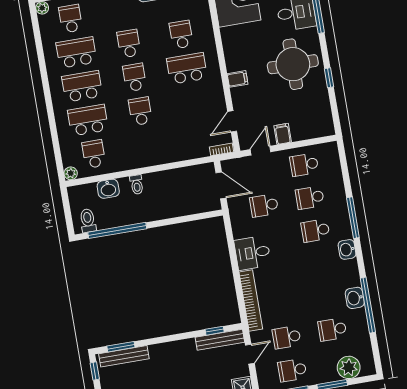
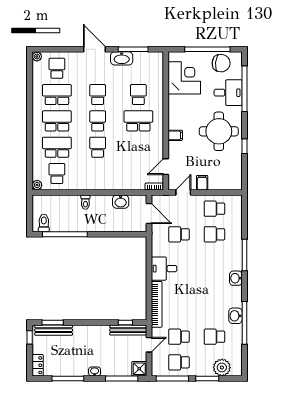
washbasin: (108, 189) -> (121, 202), moved
school desk: (315, 231) -> (214, 260), removed

